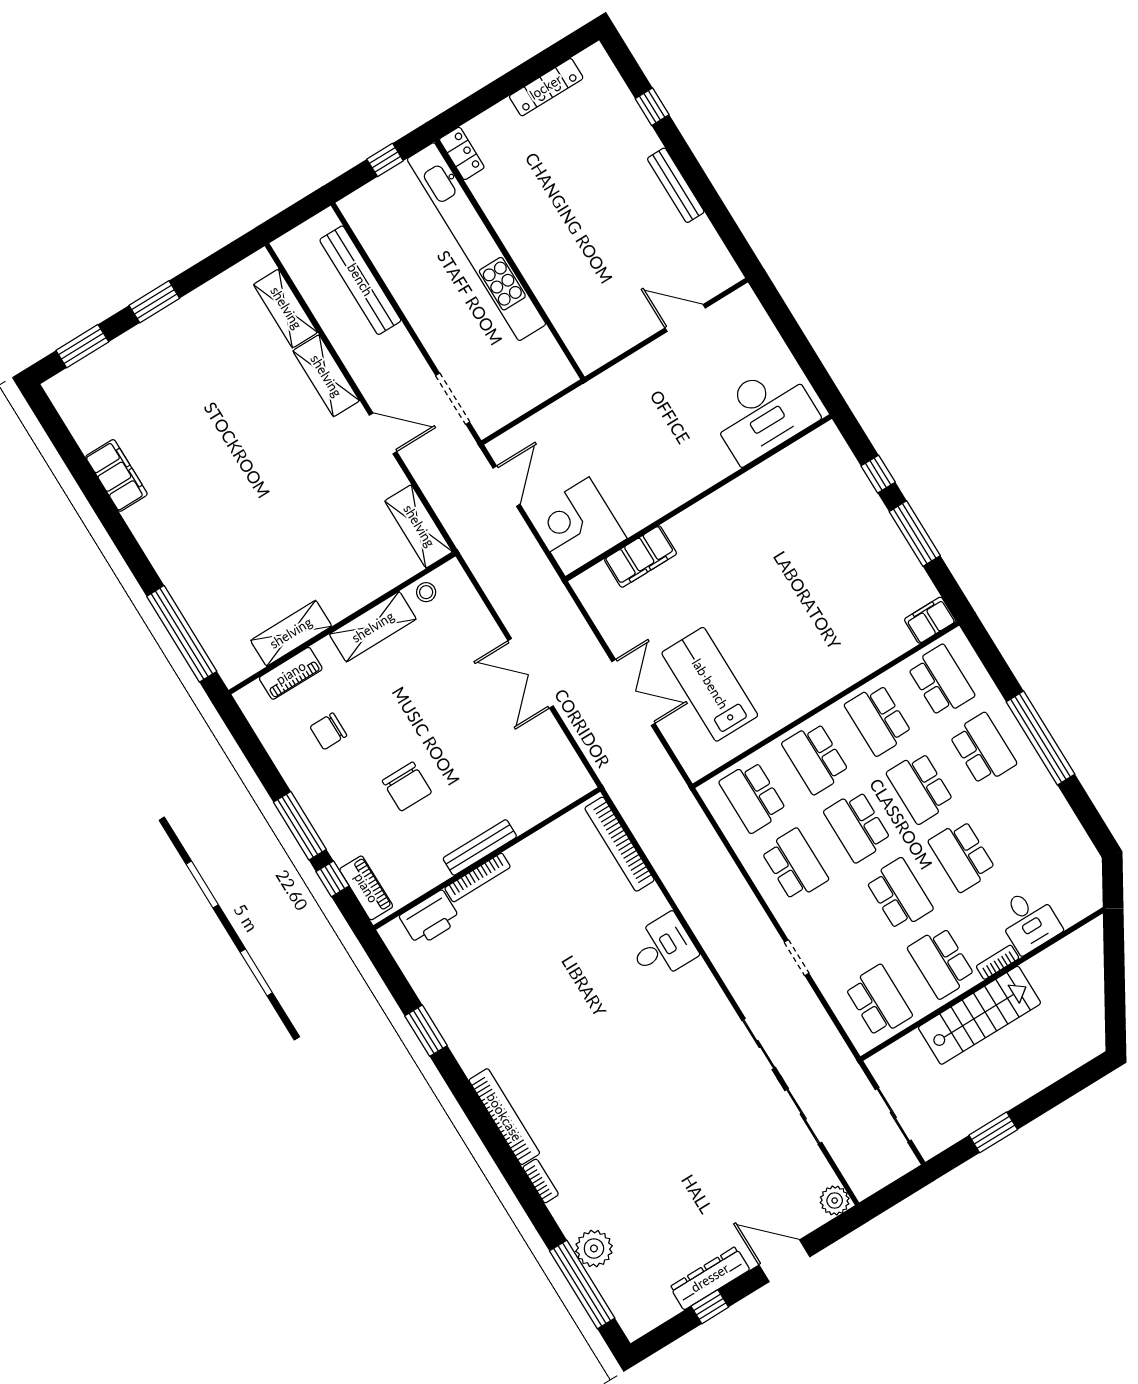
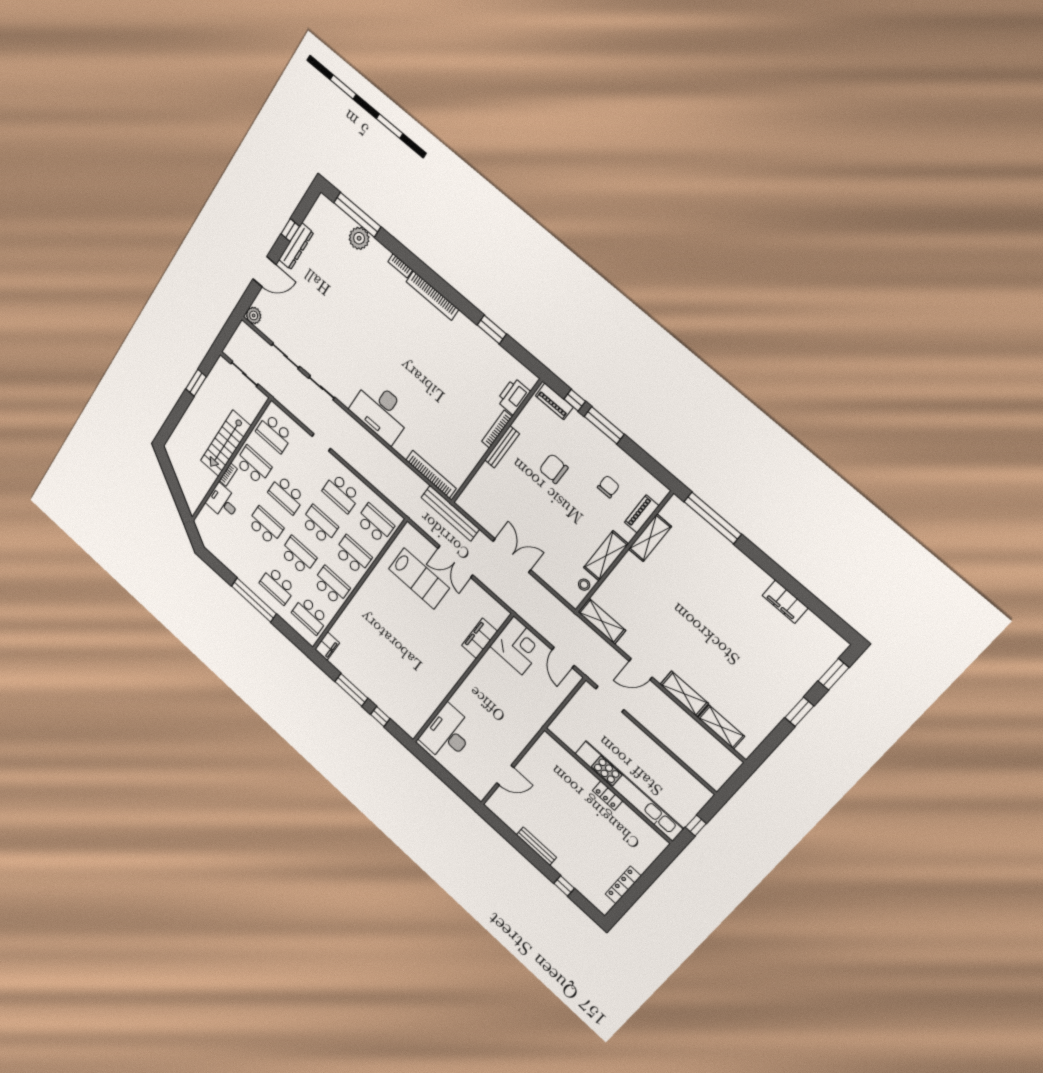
locker: (462, 153) -> (608, 796), moved
bench: (360, 280) -> (450, 513), moved
desk: (663, 947) -> (381, 411), width x1.87, depth x1.30

